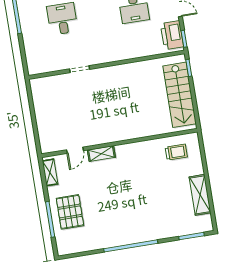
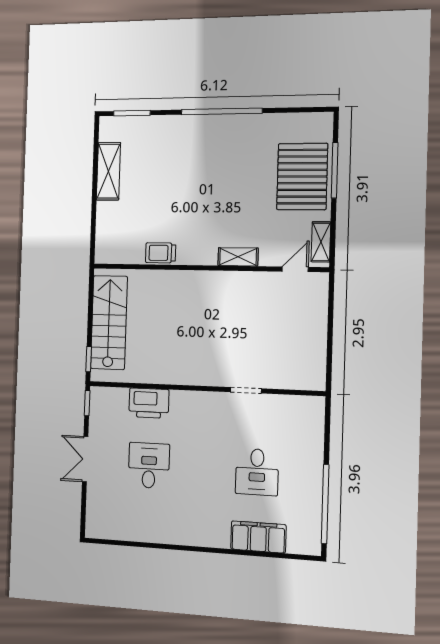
printer: (172, 35) -> (149, 403), moved, turned 90
door: (75, 150) -> (295, 269), moved
trolley: (176, 152) -> (161, 253), moved
pallet: (70, 212) -> (302, 177), width x1.37, depth x1.41

